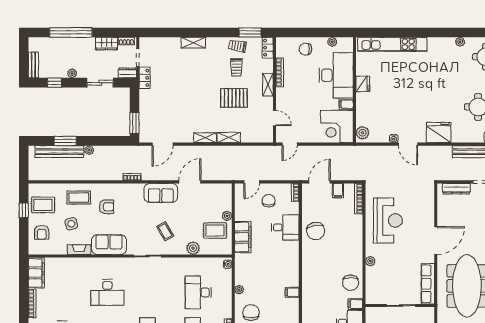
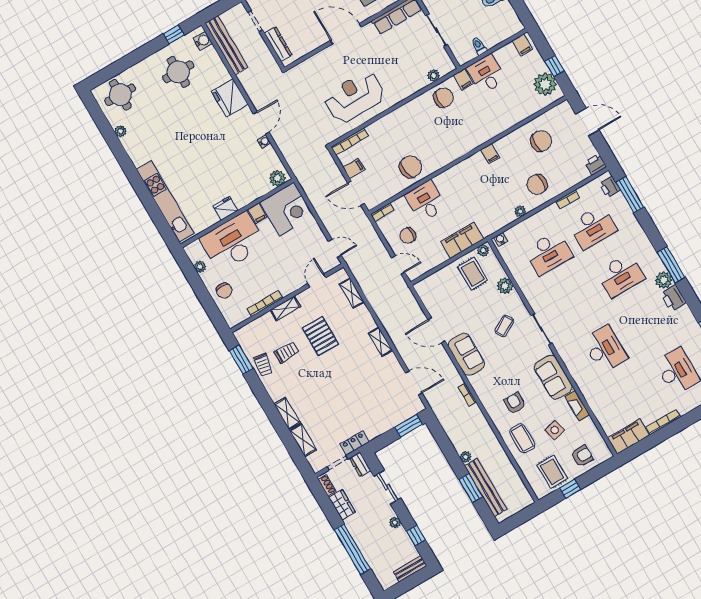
shelving: (168, 43) -> (303, 440), added
locker: (268, 48) -> (246, 331), removed
shelving: (229, 138) -> (352, 293), moved
plant: (227, 216) -> (483, 250), moved
plant: (370, 261) -> (434, 75), moved

